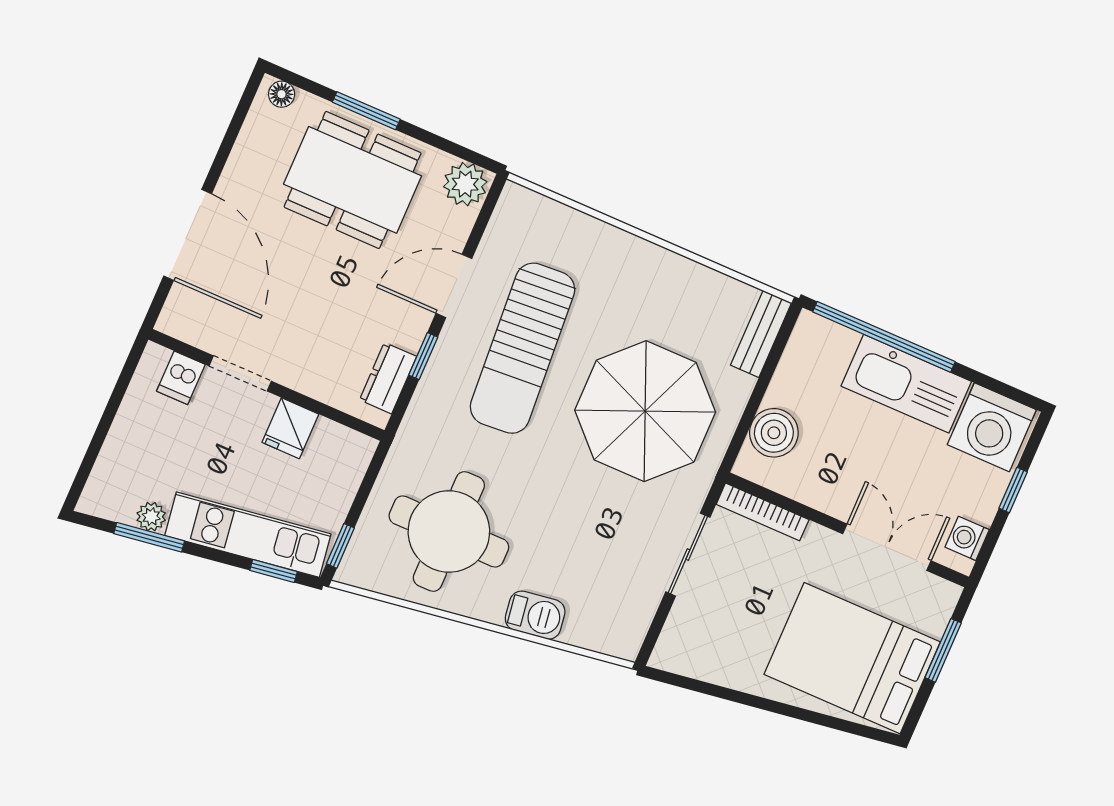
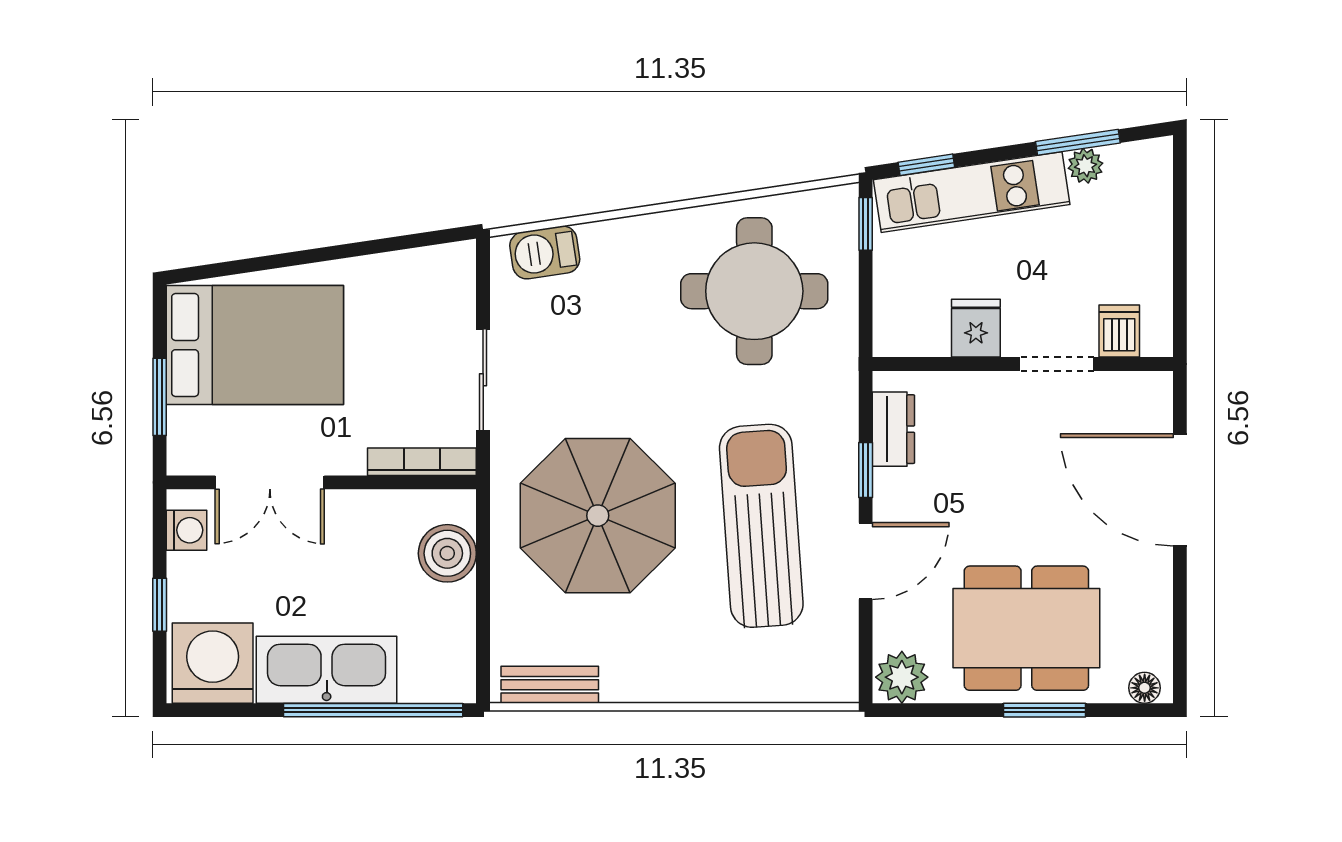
bench: (761, 334) -> (550, 685), moved, turned 90
barbecue: (535, 615) -> (545, 252), moved

